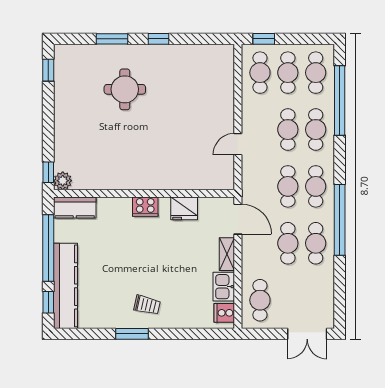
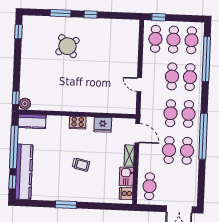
round table: (125, 89) -> (67, 46), turned -36
door: (238, 144) -> (139, 85), hinge flipped
trolley: (147, 305) -> (81, 165), moved

